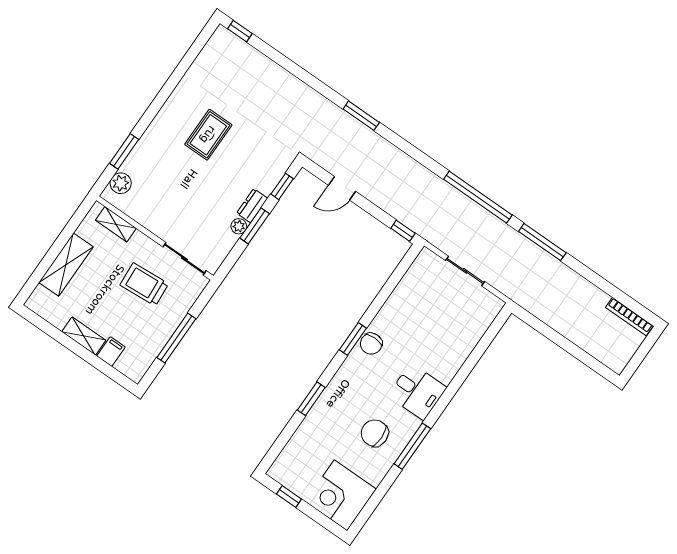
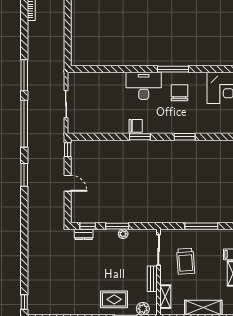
window: (361, 116) -> (24, 175), moved
rug: (208, 135) -> (114, 299), moved
door: (342, 188) -> (68, 183), moved
dresser: (252, 206) -> (84, 234), moved
bench: (152, 223) -> (152, 279), added
desk: (417, 392) -> (144, 86), width x1.37
chair: (375, 433) -> (180, 93), turned 180

